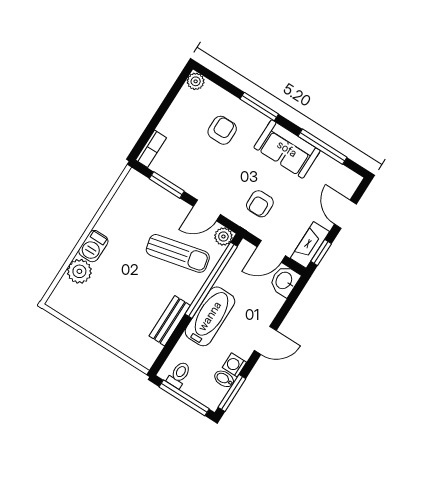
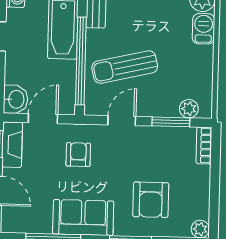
armchair: (222, 130) -> (151, 200), width x1.38, depth x1.38
plant: (223, 237) -> (189, 109), moved

